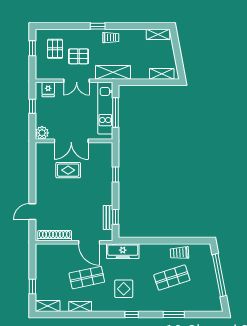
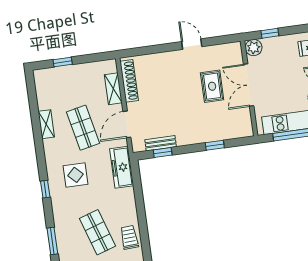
window: (32, 106) -> (270, 33), moved
door: (32, 212) -> (192, 44), moved
shelving: (48, 306) -> (113, 89), moved

